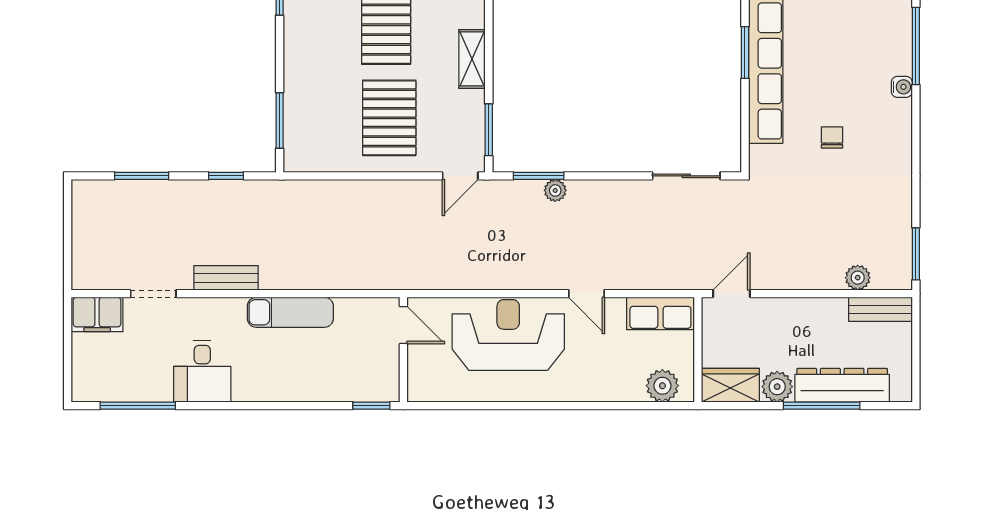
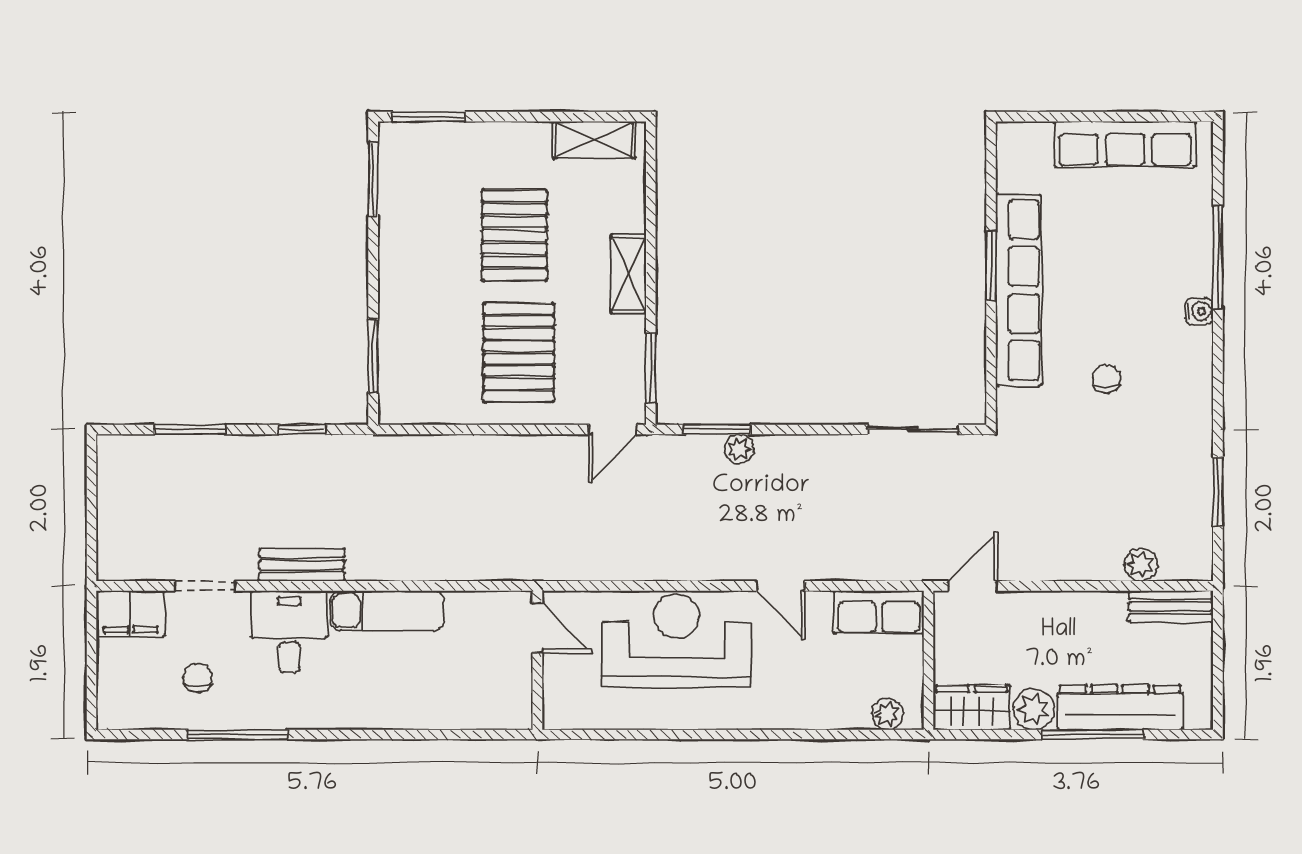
window: (916, 254) -> (1218, 492), moved
chair: (147, 363) -> (198, 678), added
desk: (202, 371) -> (289, 632), moved, turned 180
plant: (662, 386) -> (887, 714), width x0.73, depth x0.73
window: (138, 406) -> (238, 734), moved
window: (371, 406) -> (495, 734), removed

